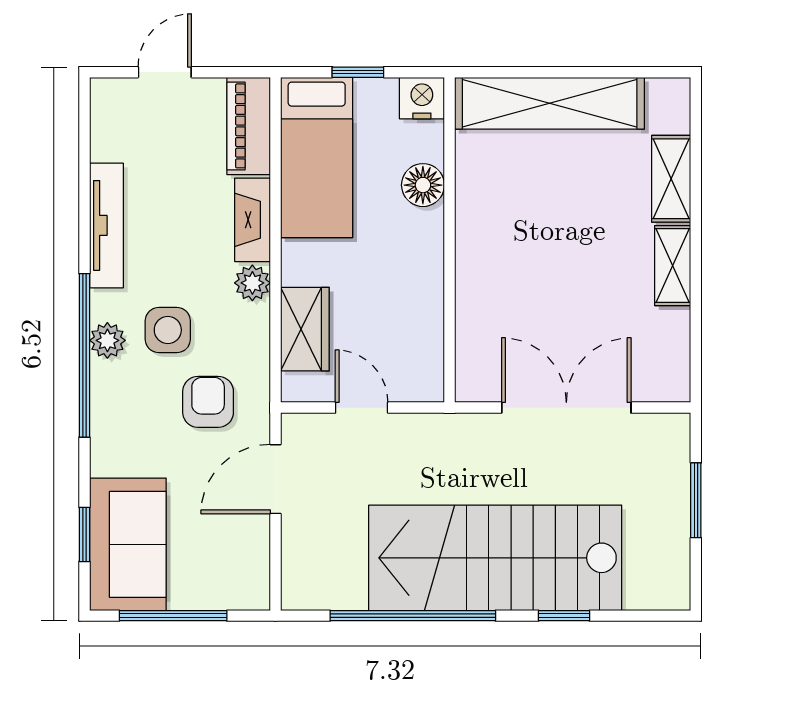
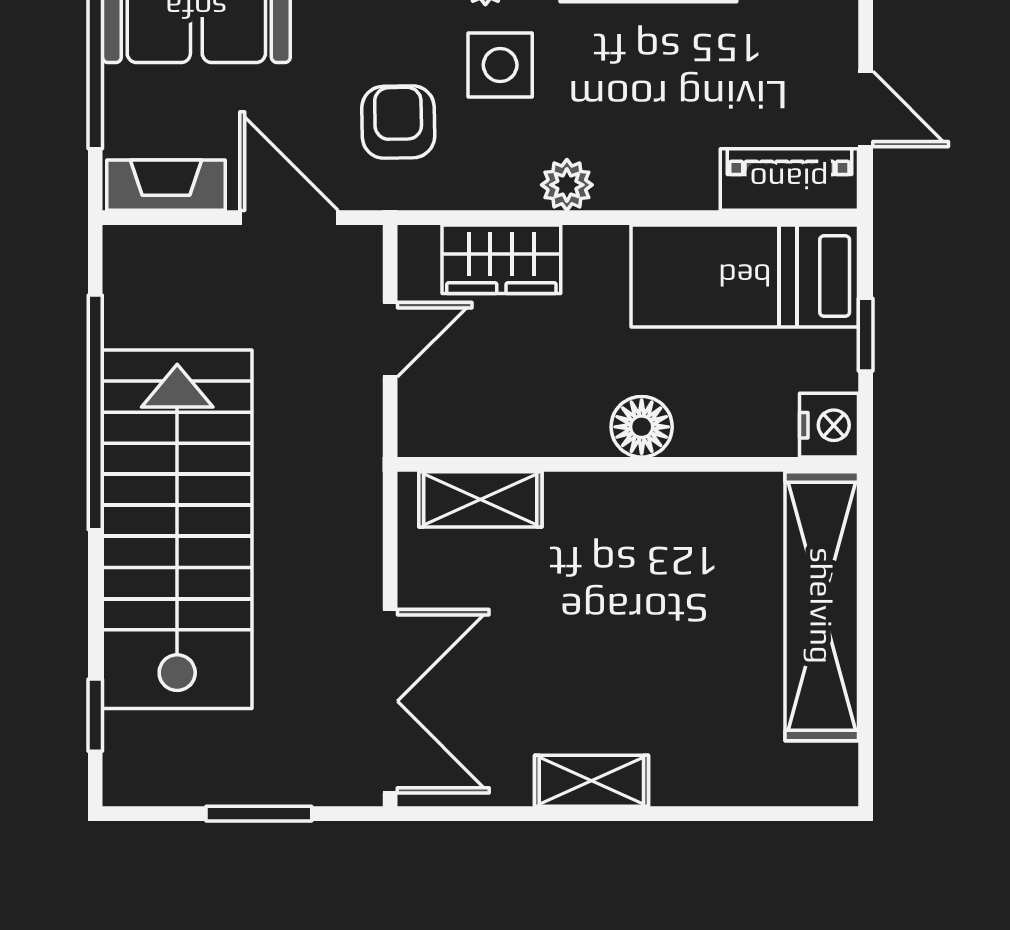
door: (165, 72) -> (866, 109), moved
shelving: (671, 179) -> (480, 499), moved
floor lamp: (423, 185) -> (642, 427), moved
fireplace: (253, 220) -> (166, 185), moved
armchair: (208, 402) -> (398, 122), turned -91
double door: (566, 408) -> (390, 701), moved
window: (564, 616) -> (95, 715), moved

